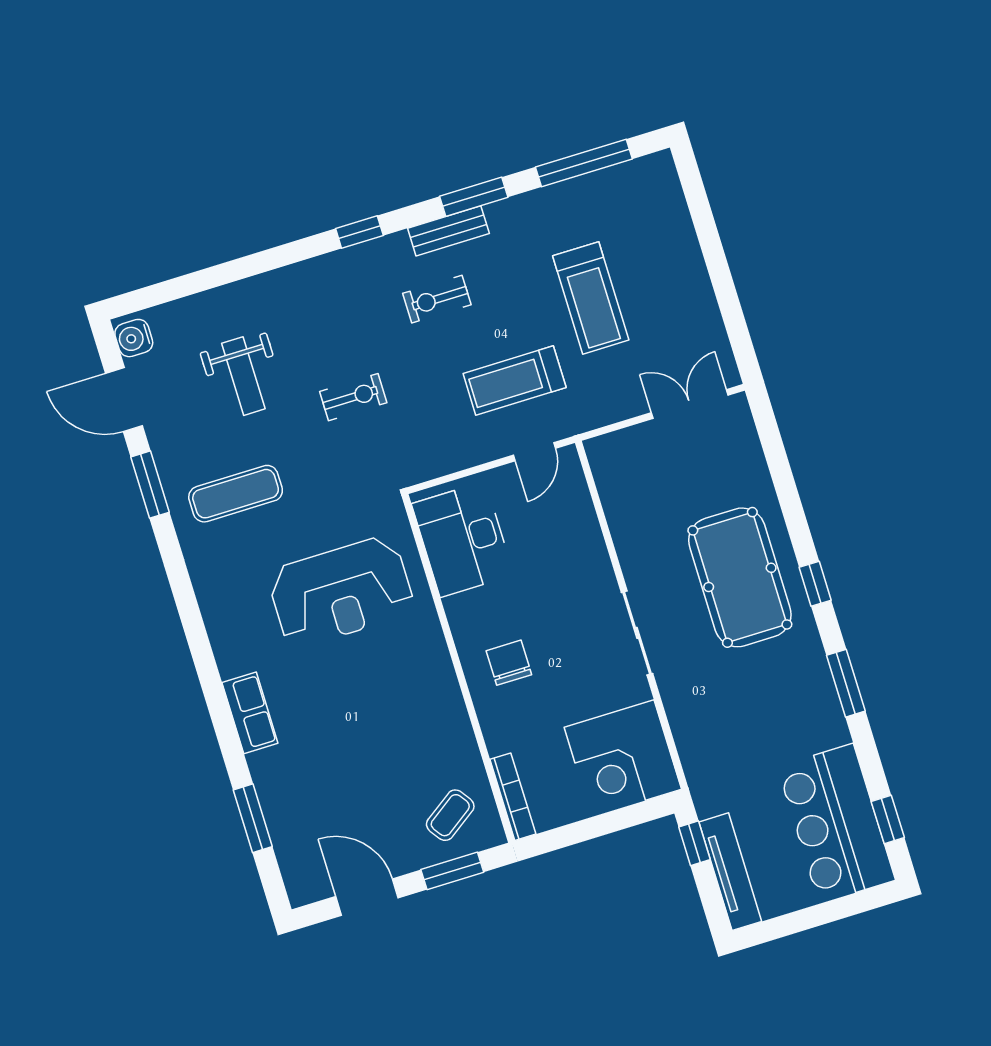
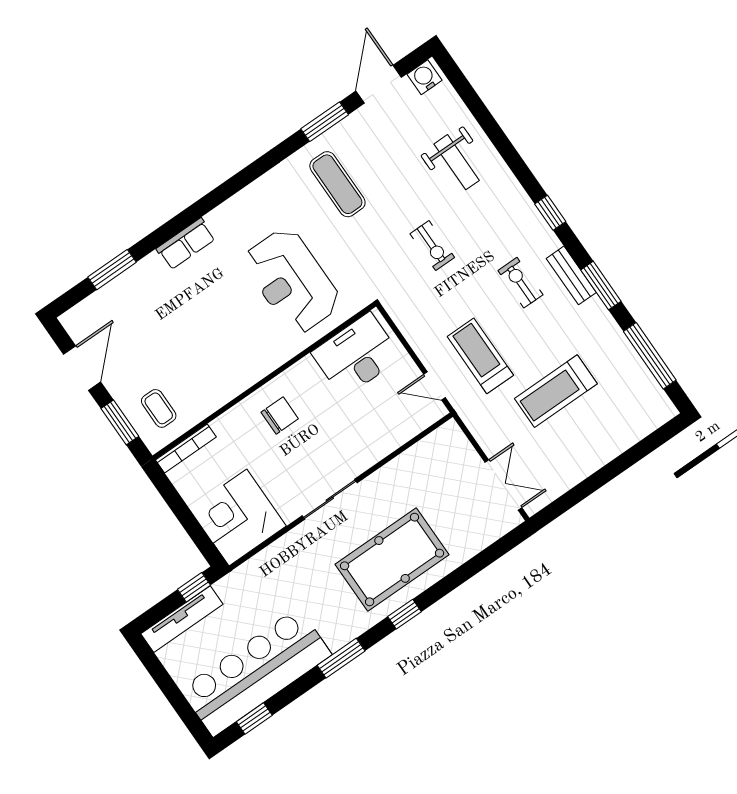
weight bench: (243, 376) -> (457, 162), moved, turned -90
coffee table: (450, 815) -> (159, 408), turned 35
bar counter: (836, 823) -> (256, 672), width x1.36

